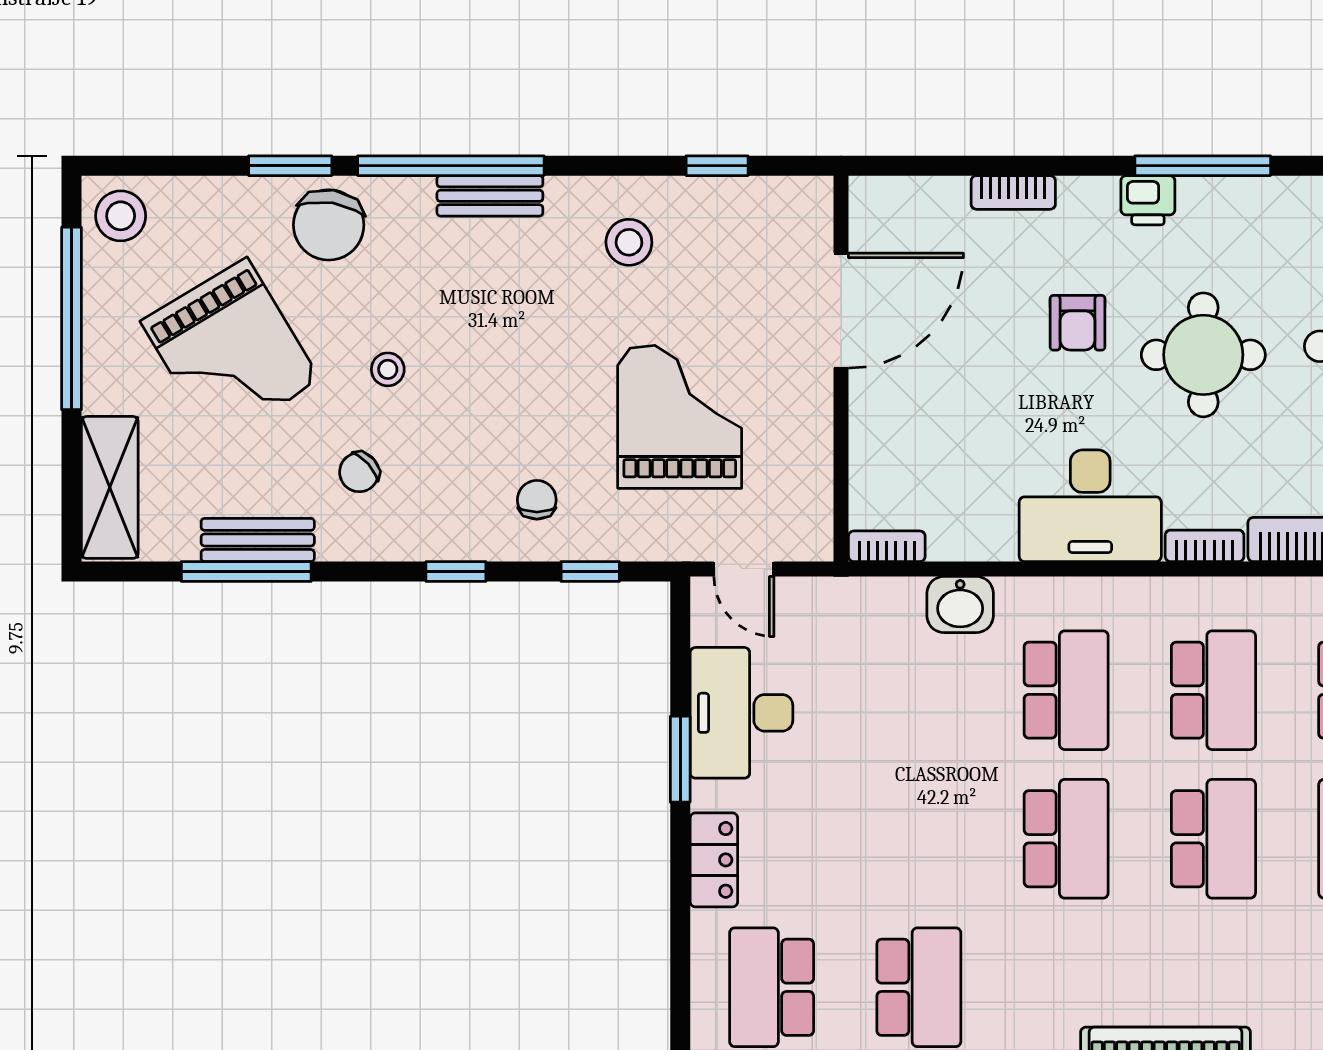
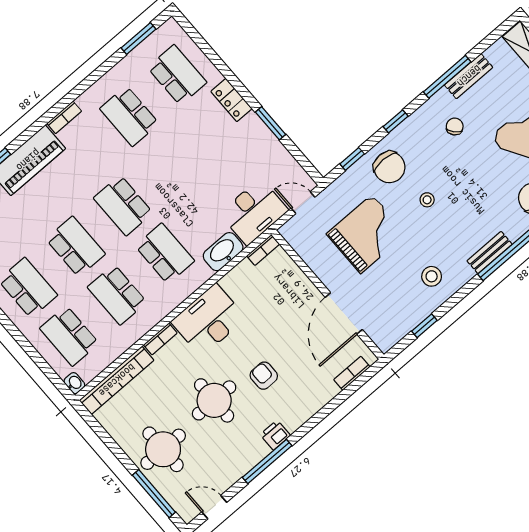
bookcase: (1013, 192) -> (352, 373), moved
stool: (388, 369) -> (427, 200), moved
grand piano: (680, 417) -> (366, 234), turned -90
chair: (537, 500) -> (389, 167), width x1.87, depth x1.87
window: (246, 571) -> (447, 77), moved
washbasin: (960, 604) -> (223, 252), width x1.38
school desk: (1066, 690) -> (165, 254), turned 180
desk: (741, 713) -> (254, 212), moved, turned 90
school desk: (1213, 839) -> (76, 247), turned 180

